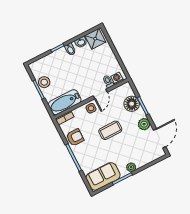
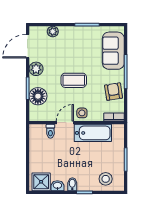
washing machine: (117, 78) -> (39, 130), removed
stool: (44, 82) -> (106, 179), moved
bathtub: (65, 102) -> (93, 133), moved
armchair: (75, 137) -> (114, 92), turned 81
plant: (131, 167) -> (53, 32), moved
sofa: (103, 176) -> (113, 51), moved, turned 90

